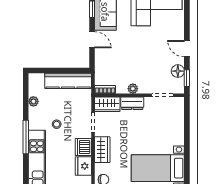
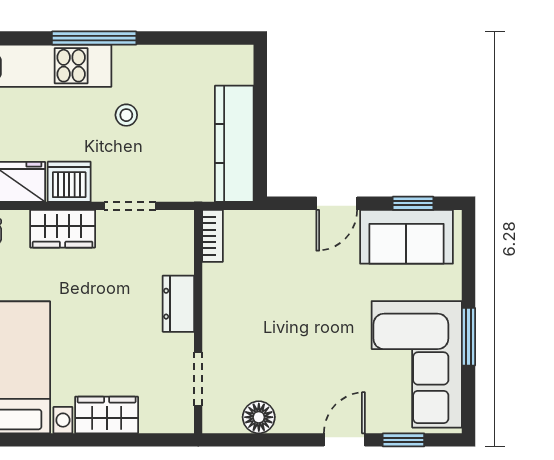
door: (187, 49) -> (344, 440), moved
window: (187, 78) -> (403, 440), moved
plant: (133, 89) -> (215, 305), removed
plant: (33, 101) -> (183, 57), removed
wardrobe: (107, 104) -> (107, 415), moved, turned 90

